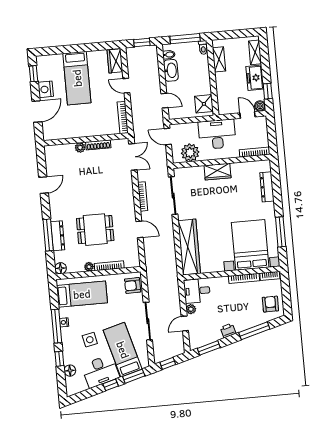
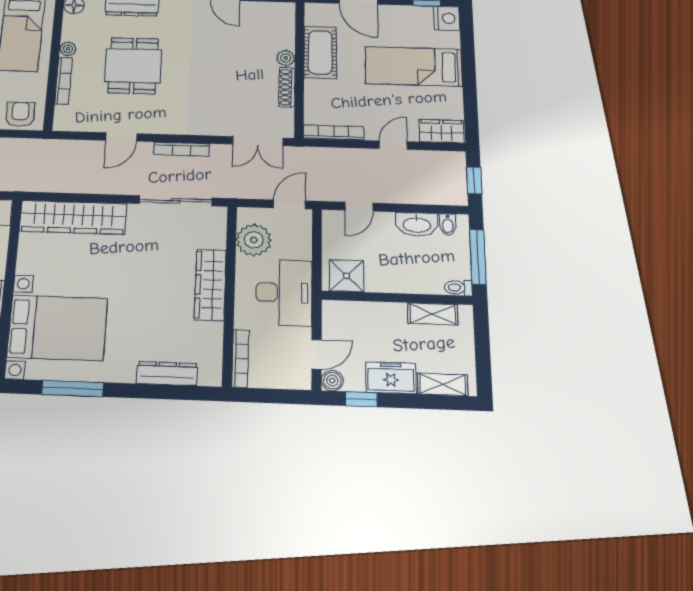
nightstand: (46, 89) -> (447, 18), moved, turned 90
cot: (74, 129) -> (320, 52), added
wardrobe: (218, 172) -> (210, 285), width x1.50

